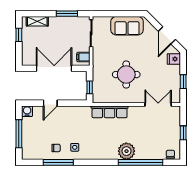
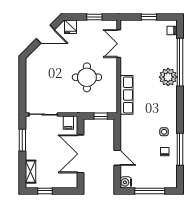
sofa: (127, 26) -> (35, 76), removed

